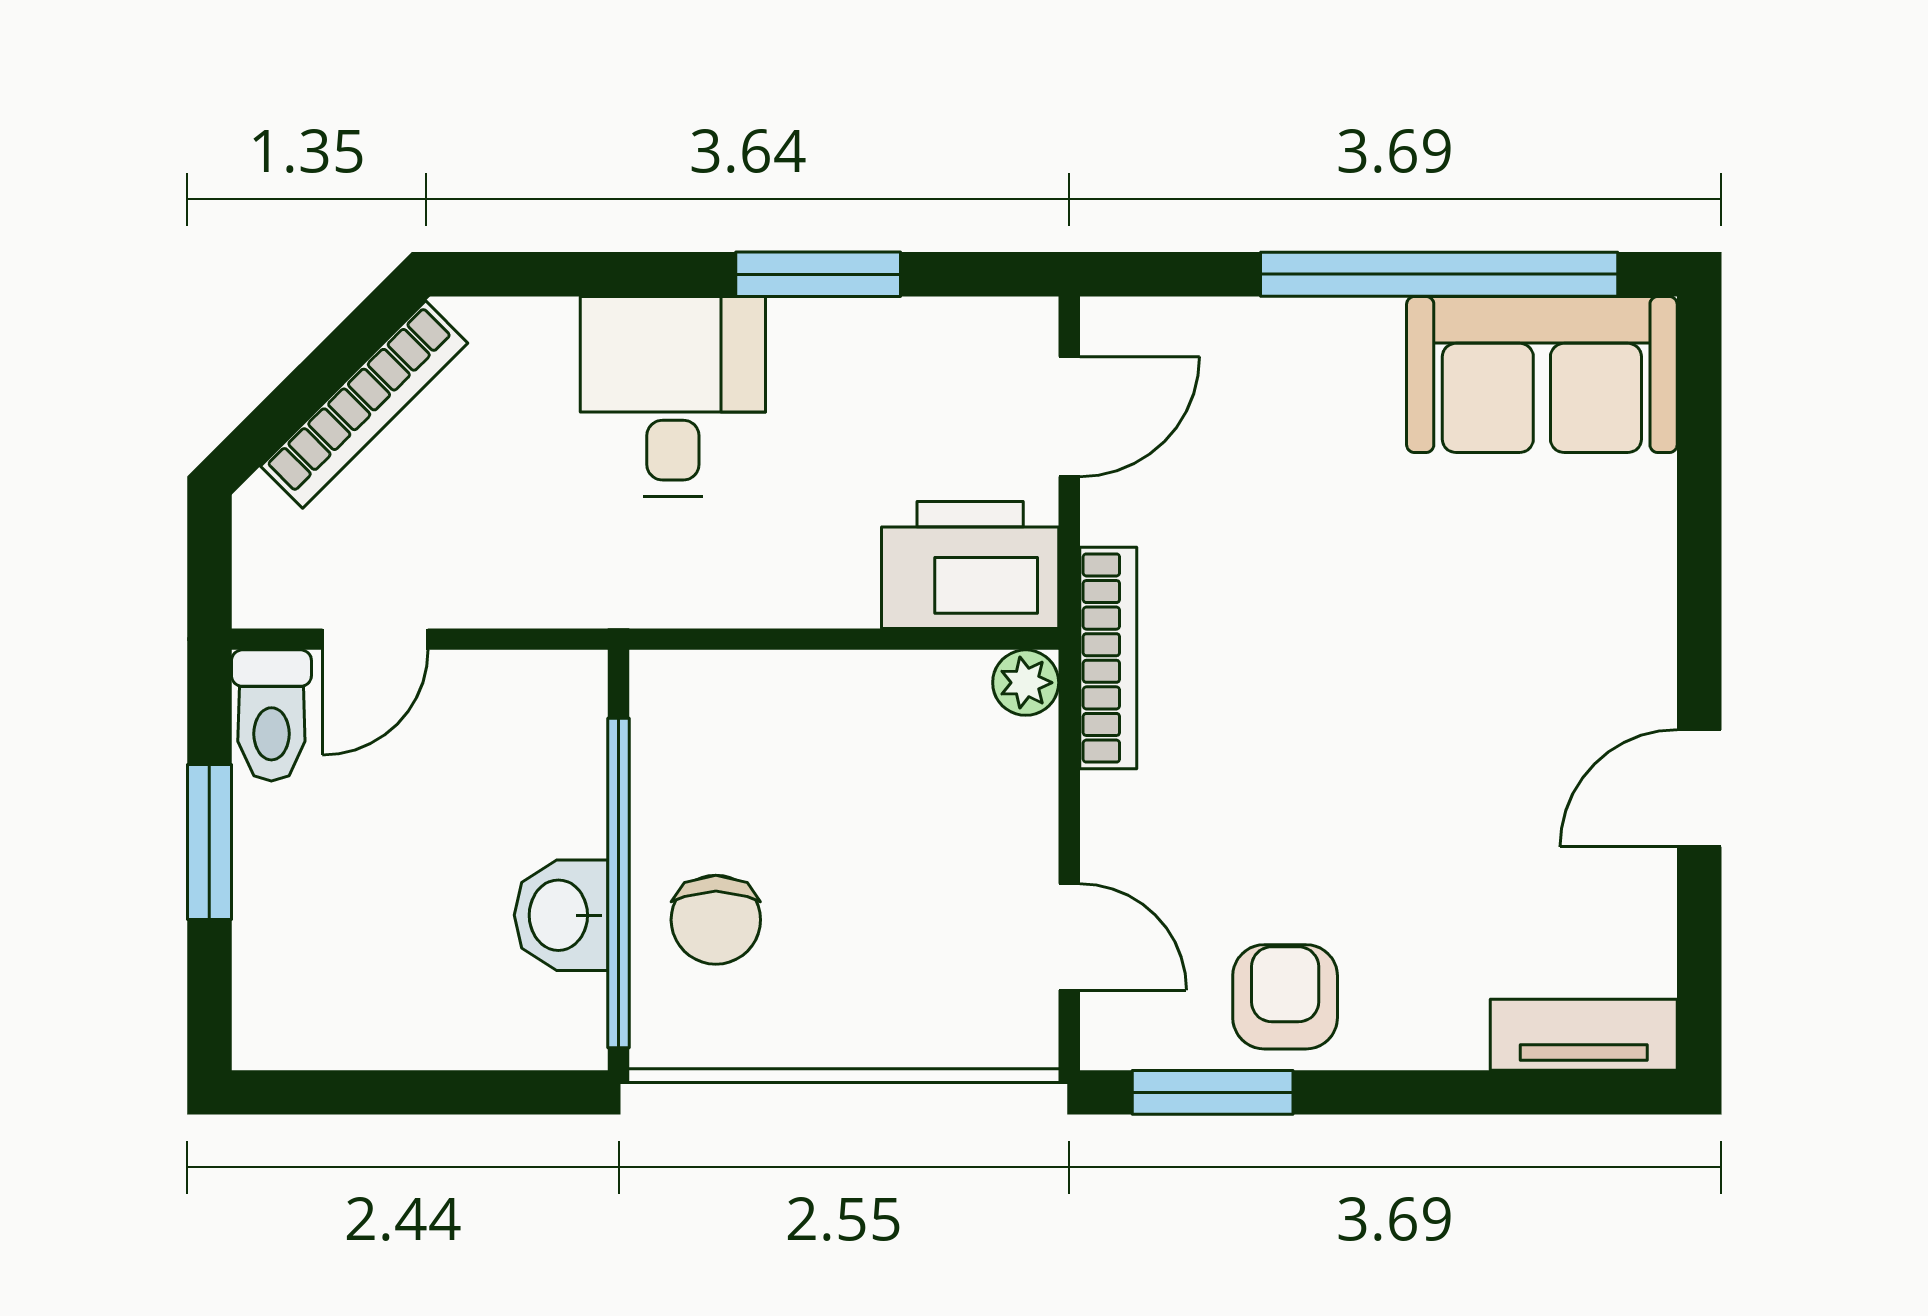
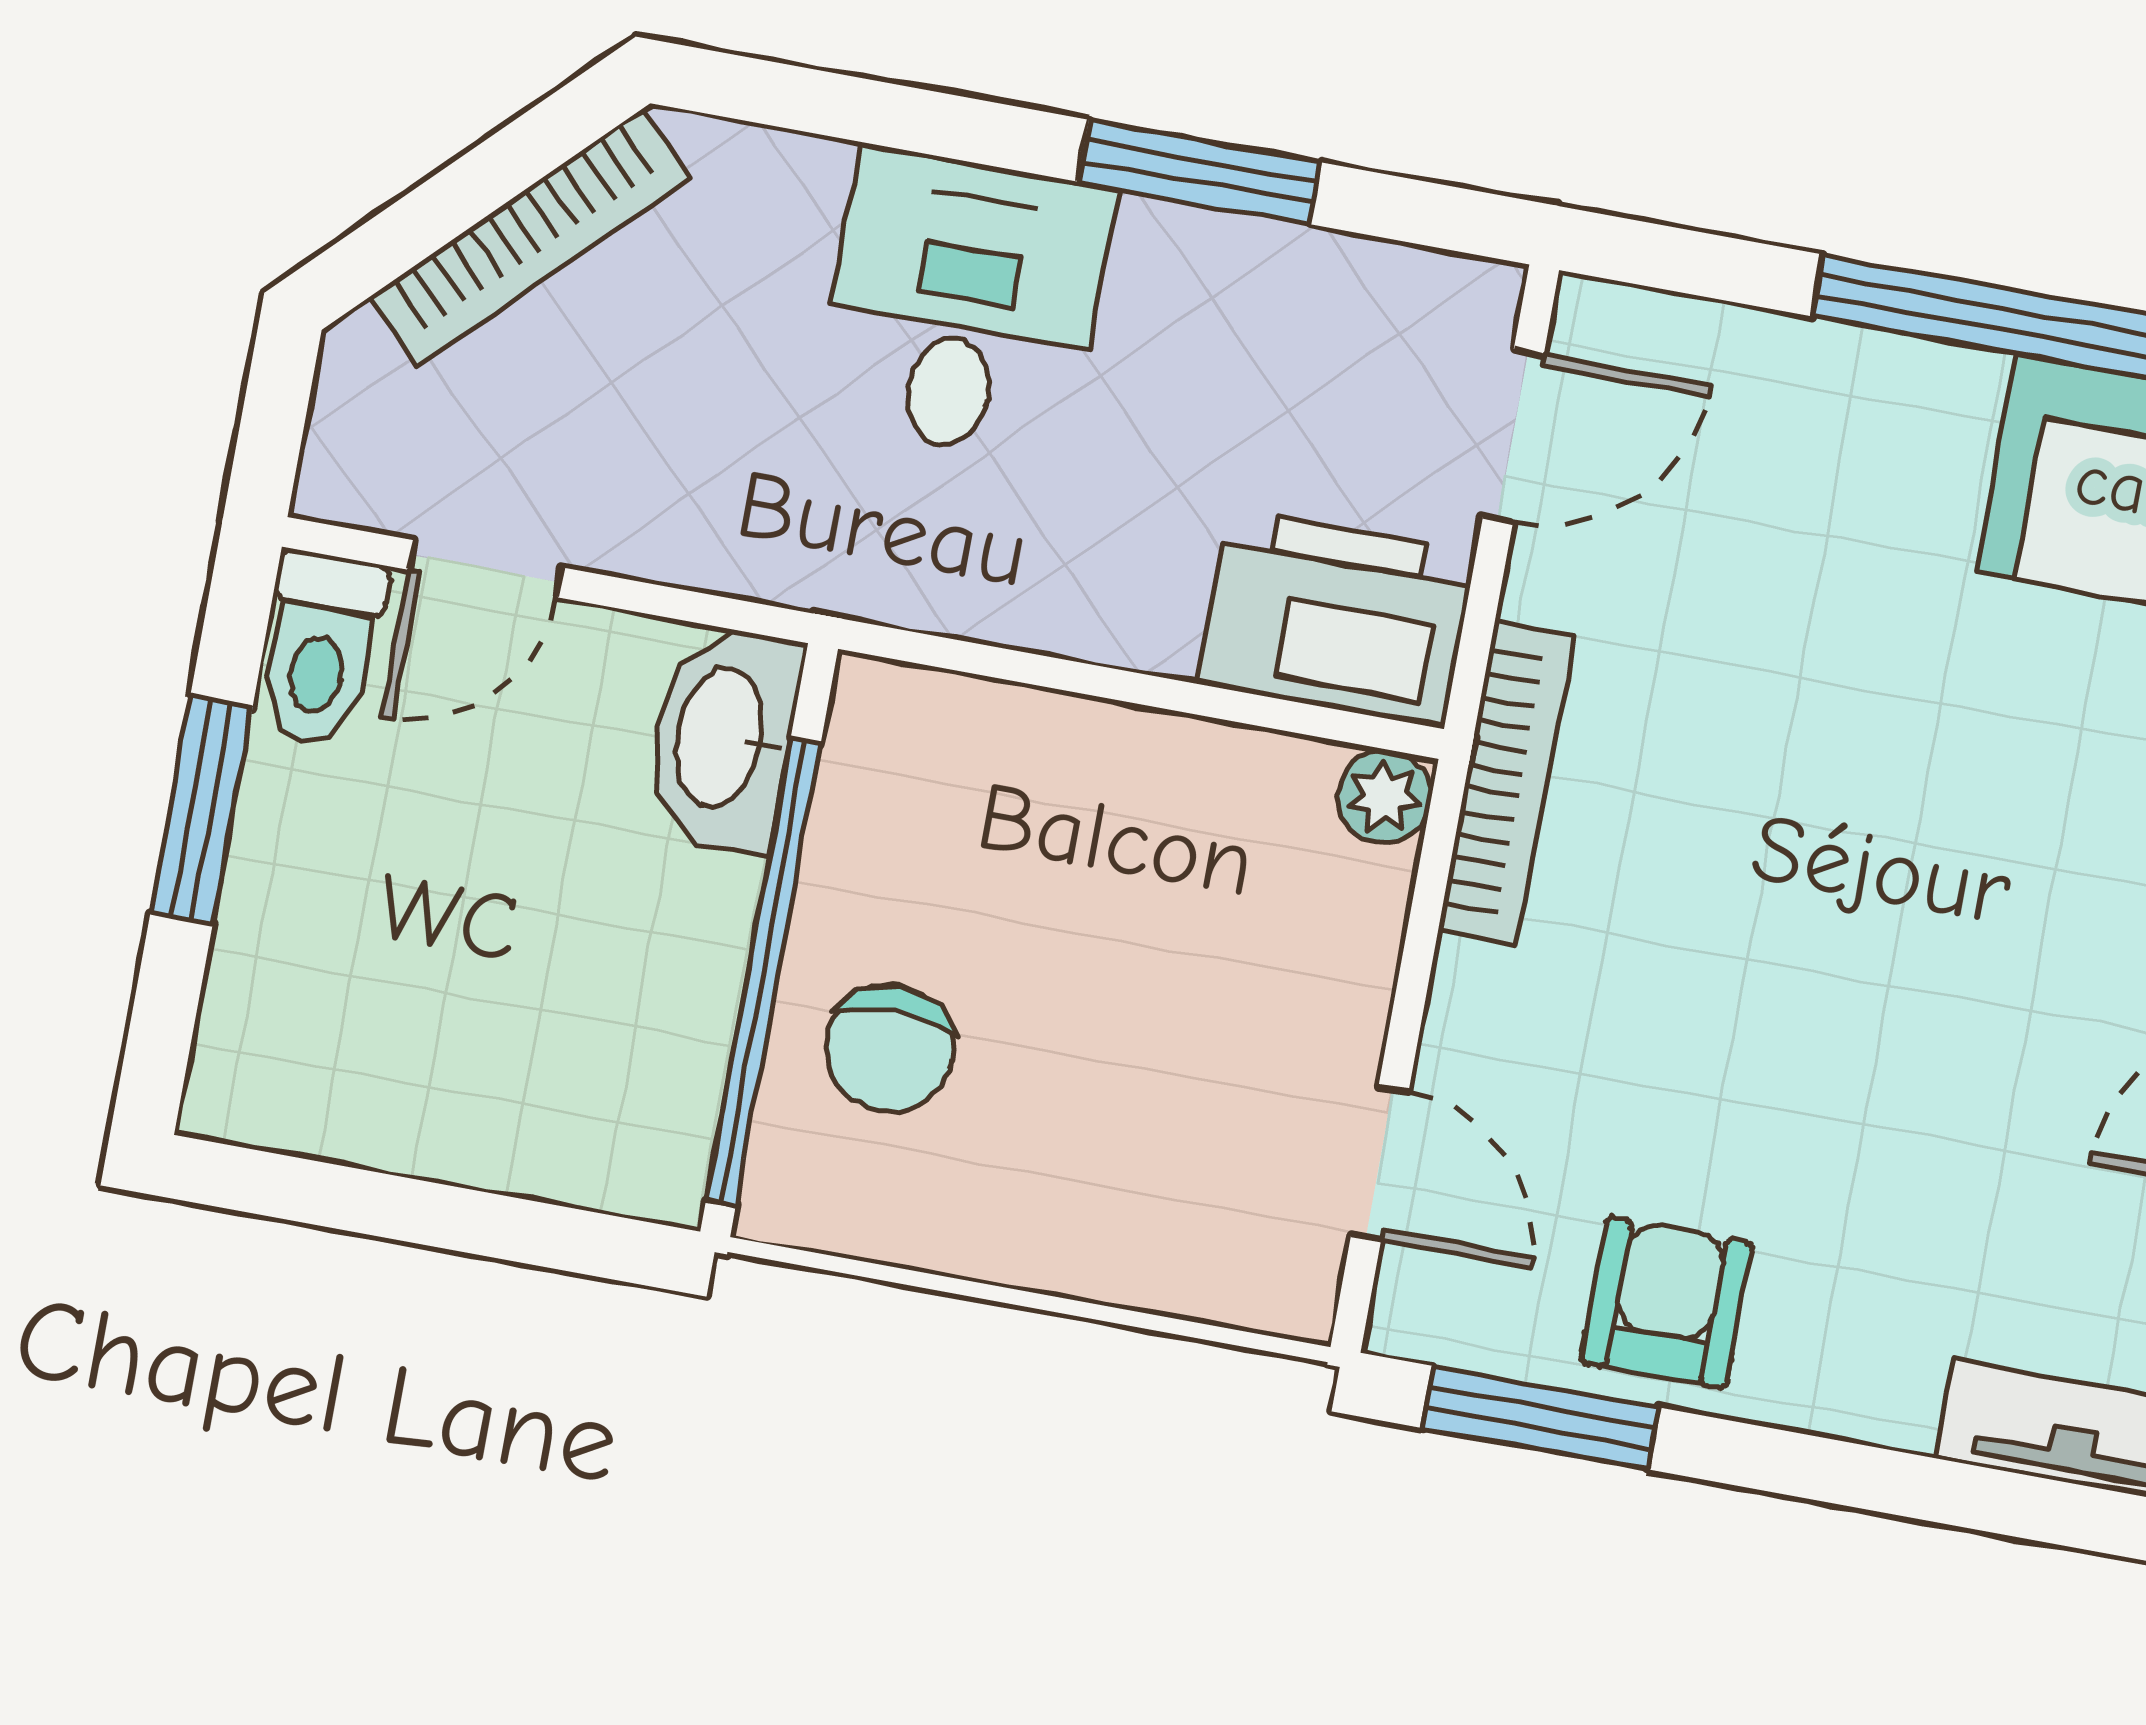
washbasin: (561, 915) -> (723, 738), moved, width x1.38

